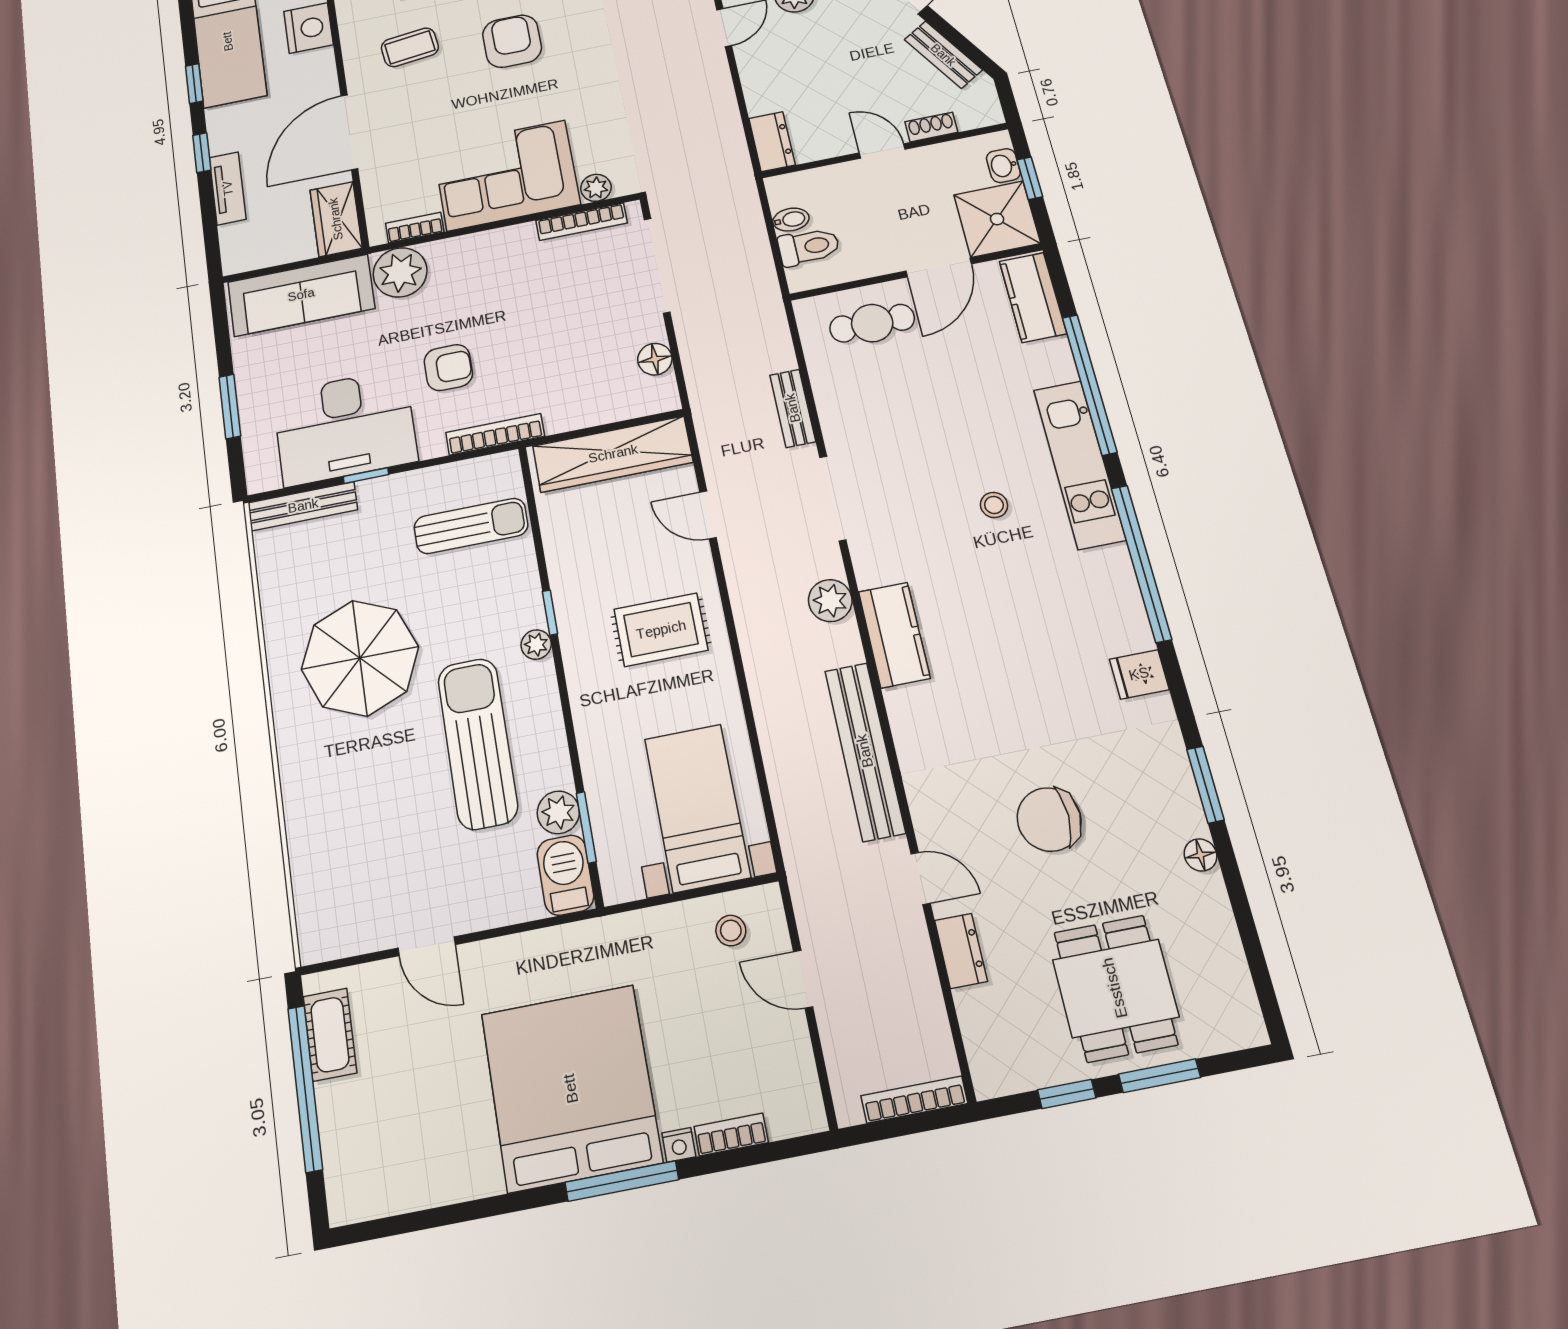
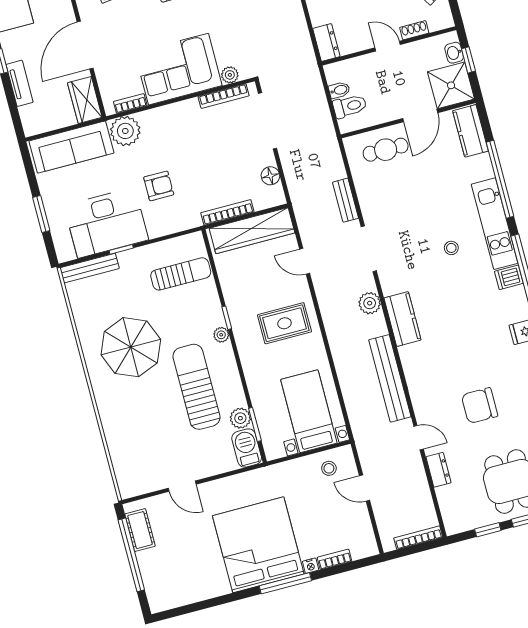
bookcase: (495, 434) -> (227, 212), moved
dishwasher: (1108, 566) -> (509, 277), added

